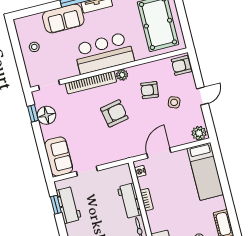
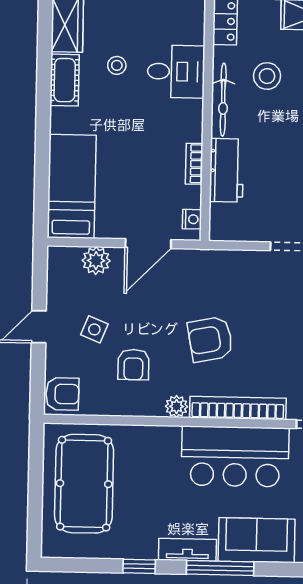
bar counter: (104, 53) -> (235, 456), moved
armchair: (150, 90) -> (133, 365), turned 83
plant: (199, 133) -> (96, 261), moved

